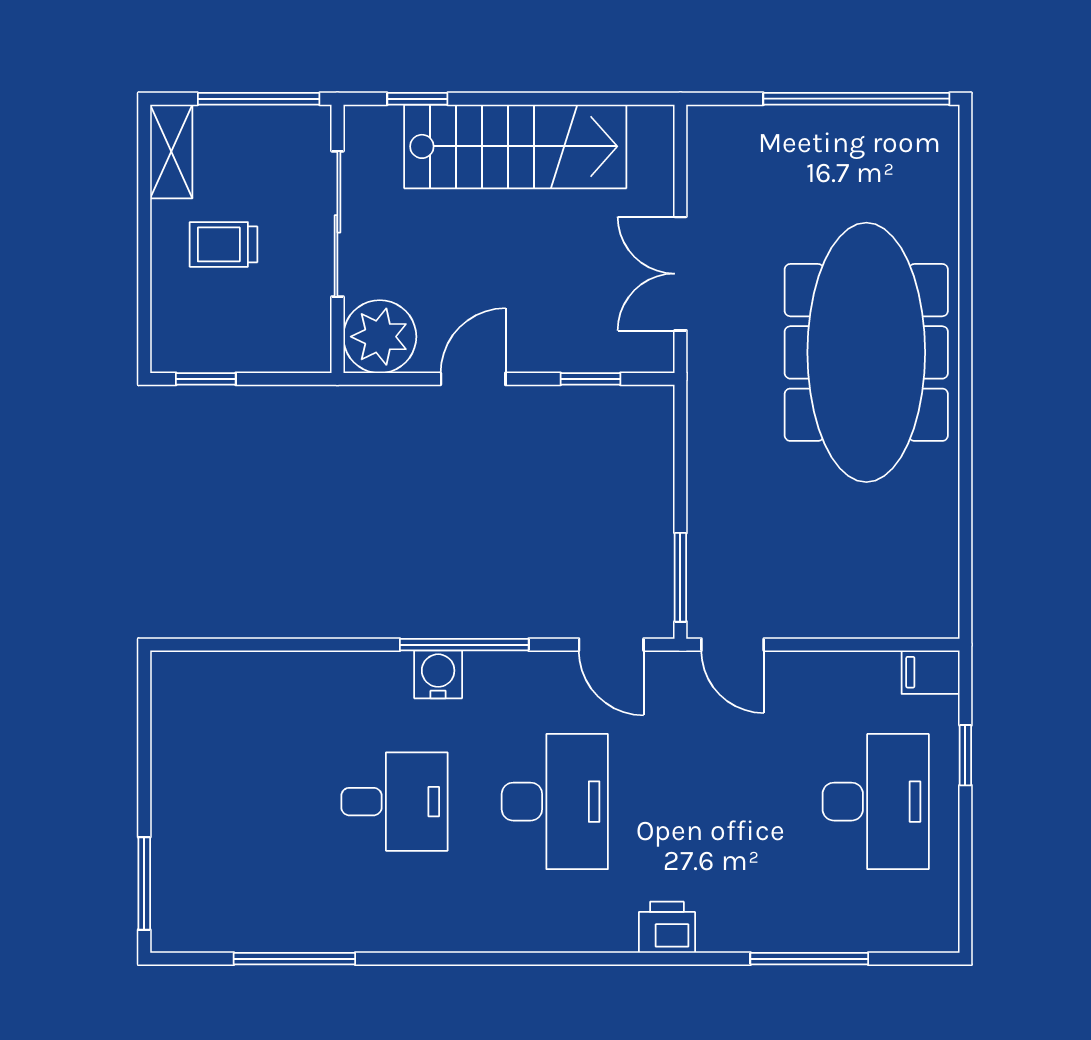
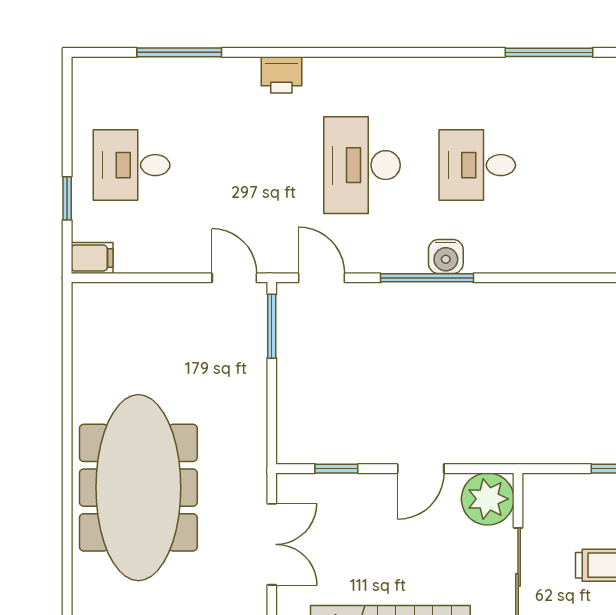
desk: (876, 802) -> (132, 165), width x0.73

